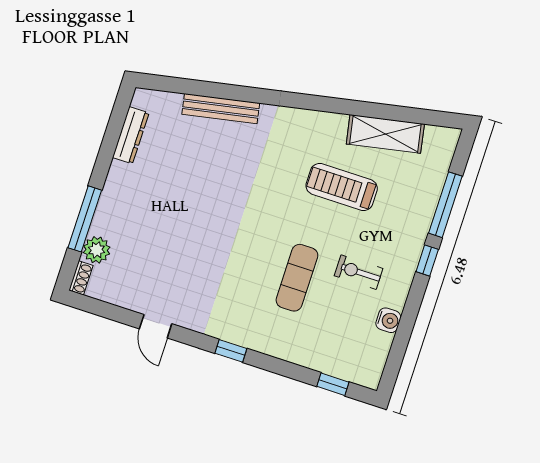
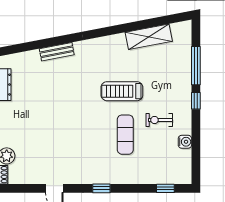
bench: (221, 109) -> (57, 52), width x0.73
treadmill: (342, 187) -> (122, 91), moved

